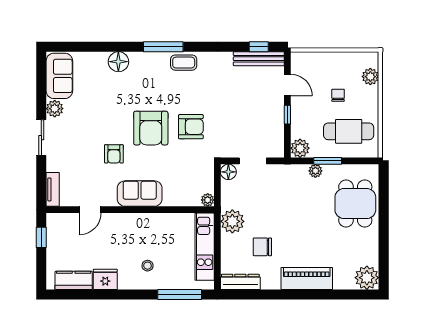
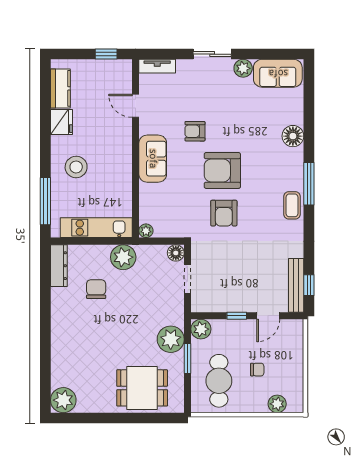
plant: (315, 171) -> (171, 339), width x1.87, depth x1.87
stool: (148, 266) -> (76, 167), width x1.89, depth x1.89
piano: (307, 278) -> (62, 336), removed

